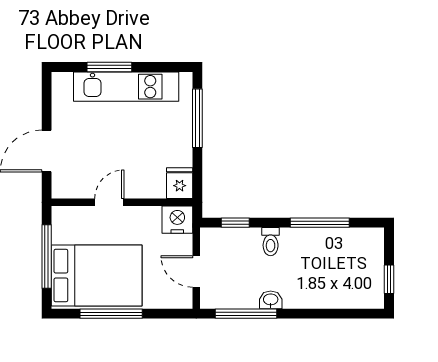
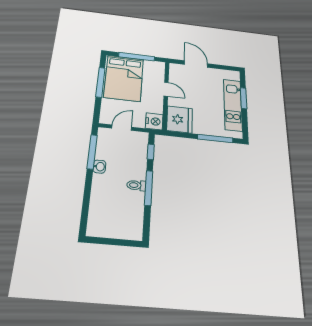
fridge: (180, 183) -> (180, 119), width x1.88, depth x1.34
window: (320, 223) -> (149, 188), moved
toilet: (271, 242) -> (136, 185), moved
window: (389, 279) -> (106, 241), removed

